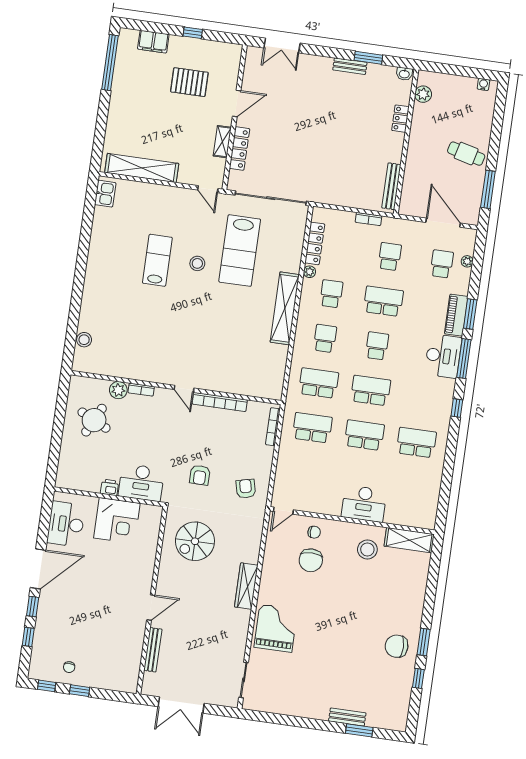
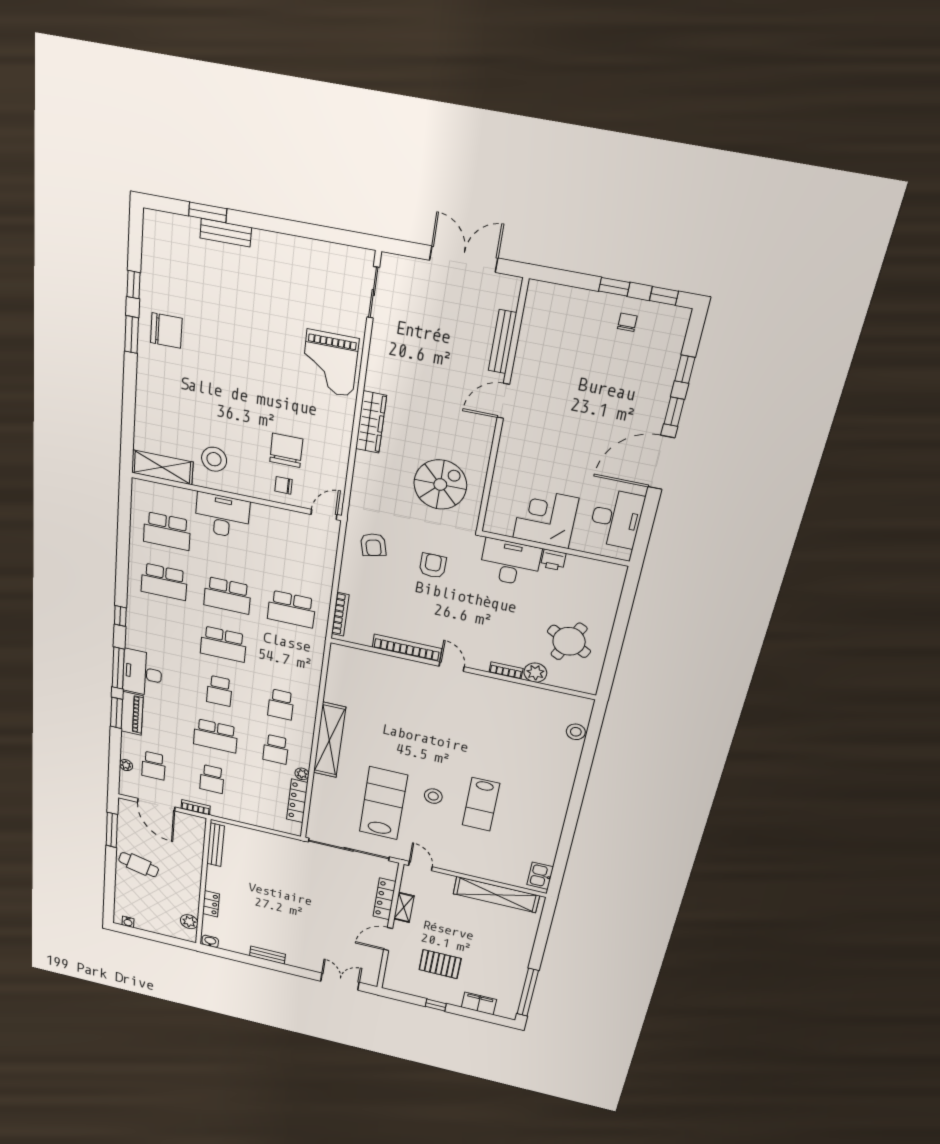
window: (368, 58) -> (249, 960), removed
bookcase: (368, 219) -> (196, 807), moved
school desk: (319, 383) -> (167, 531), moved

